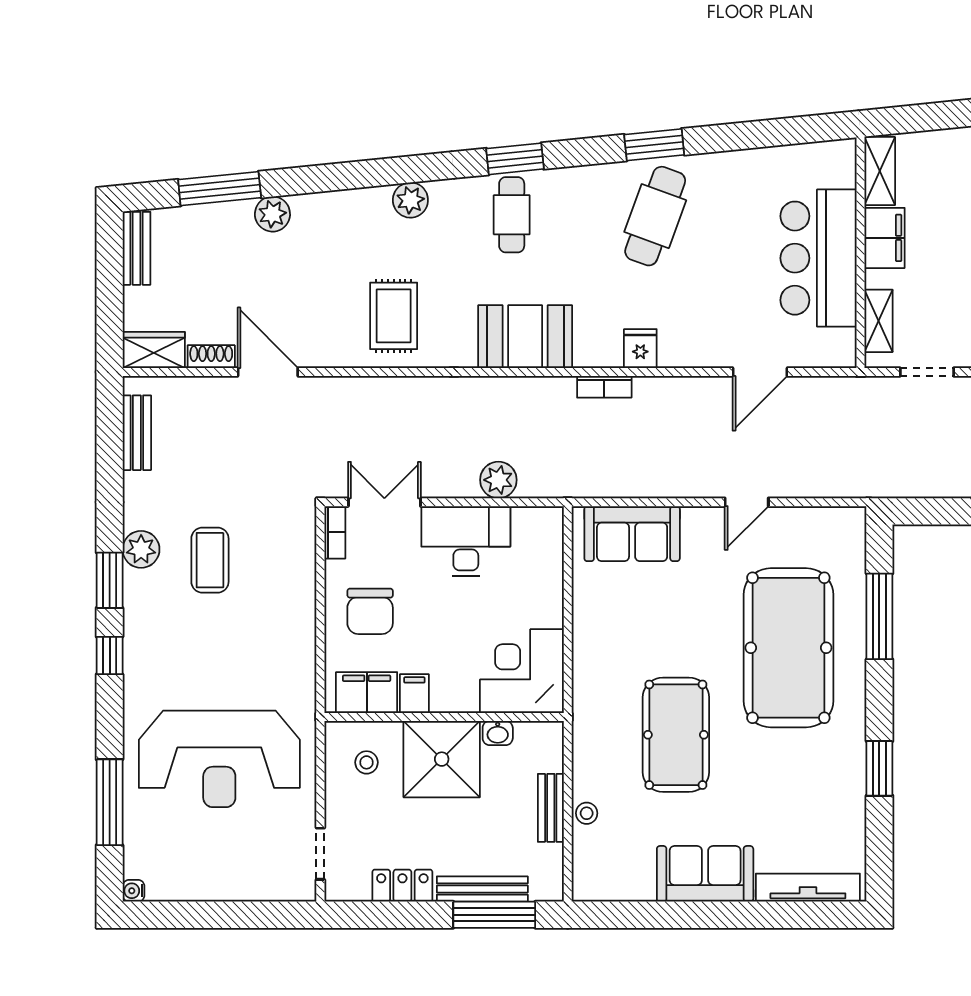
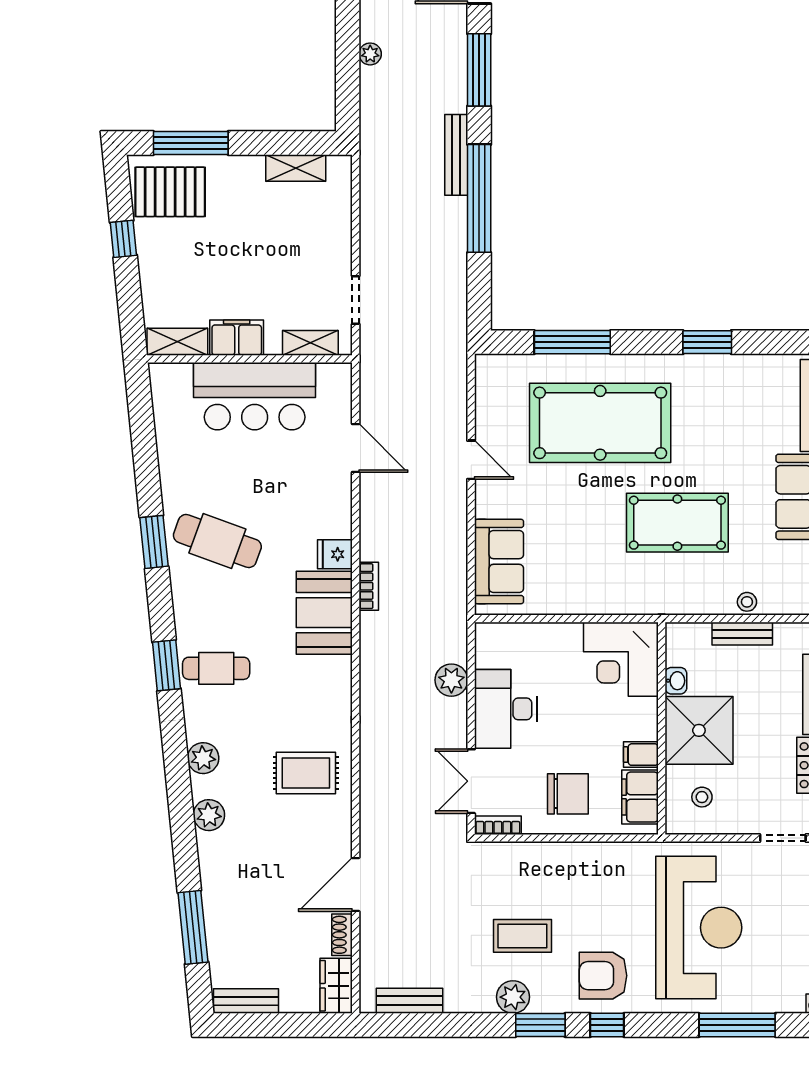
plant: (272, 214) -> (209, 815), moved
booth: (525, 337) -> (324, 613), moved
armchair: (165, 651) -> (603, 976), added

